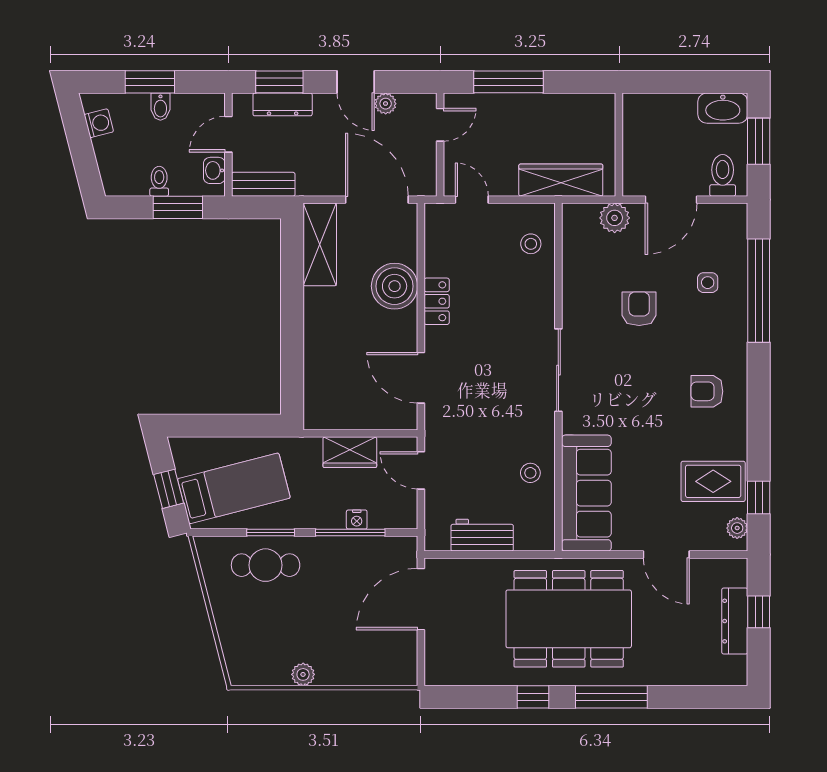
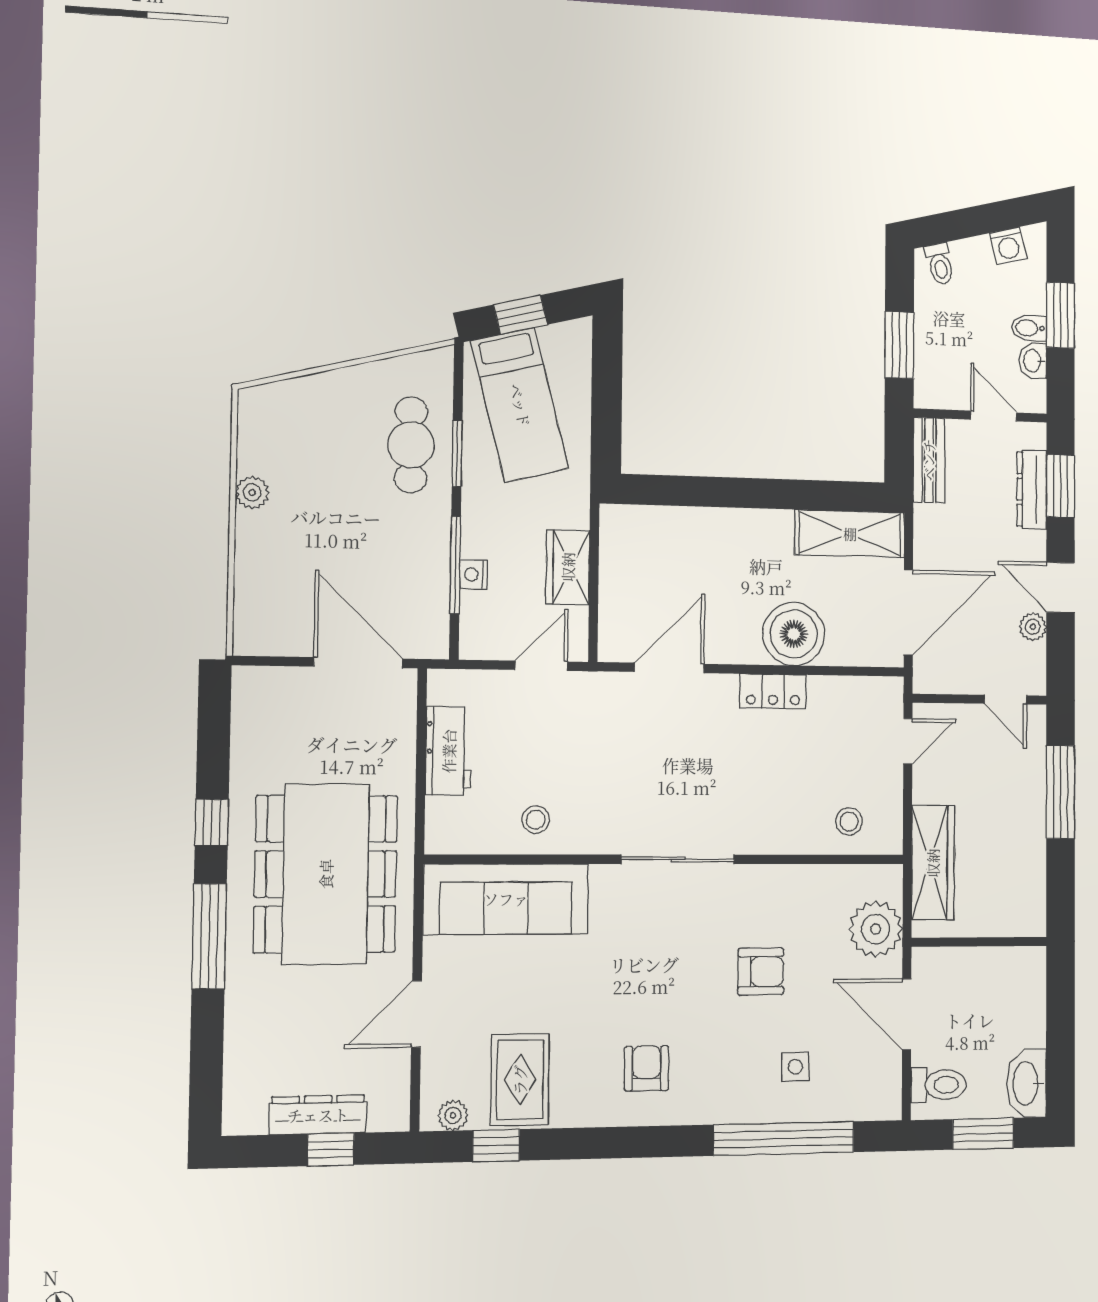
door: (356, 82) -> (1061, 587), hinge flipped
washbasin: (214, 170) -> (1033, 361), moved, turned -90
toilet: (159, 181) -> (940, 264), moved, turned 76
plant: (615, 218) -> (876, 929), width x1.36, depth x1.36

